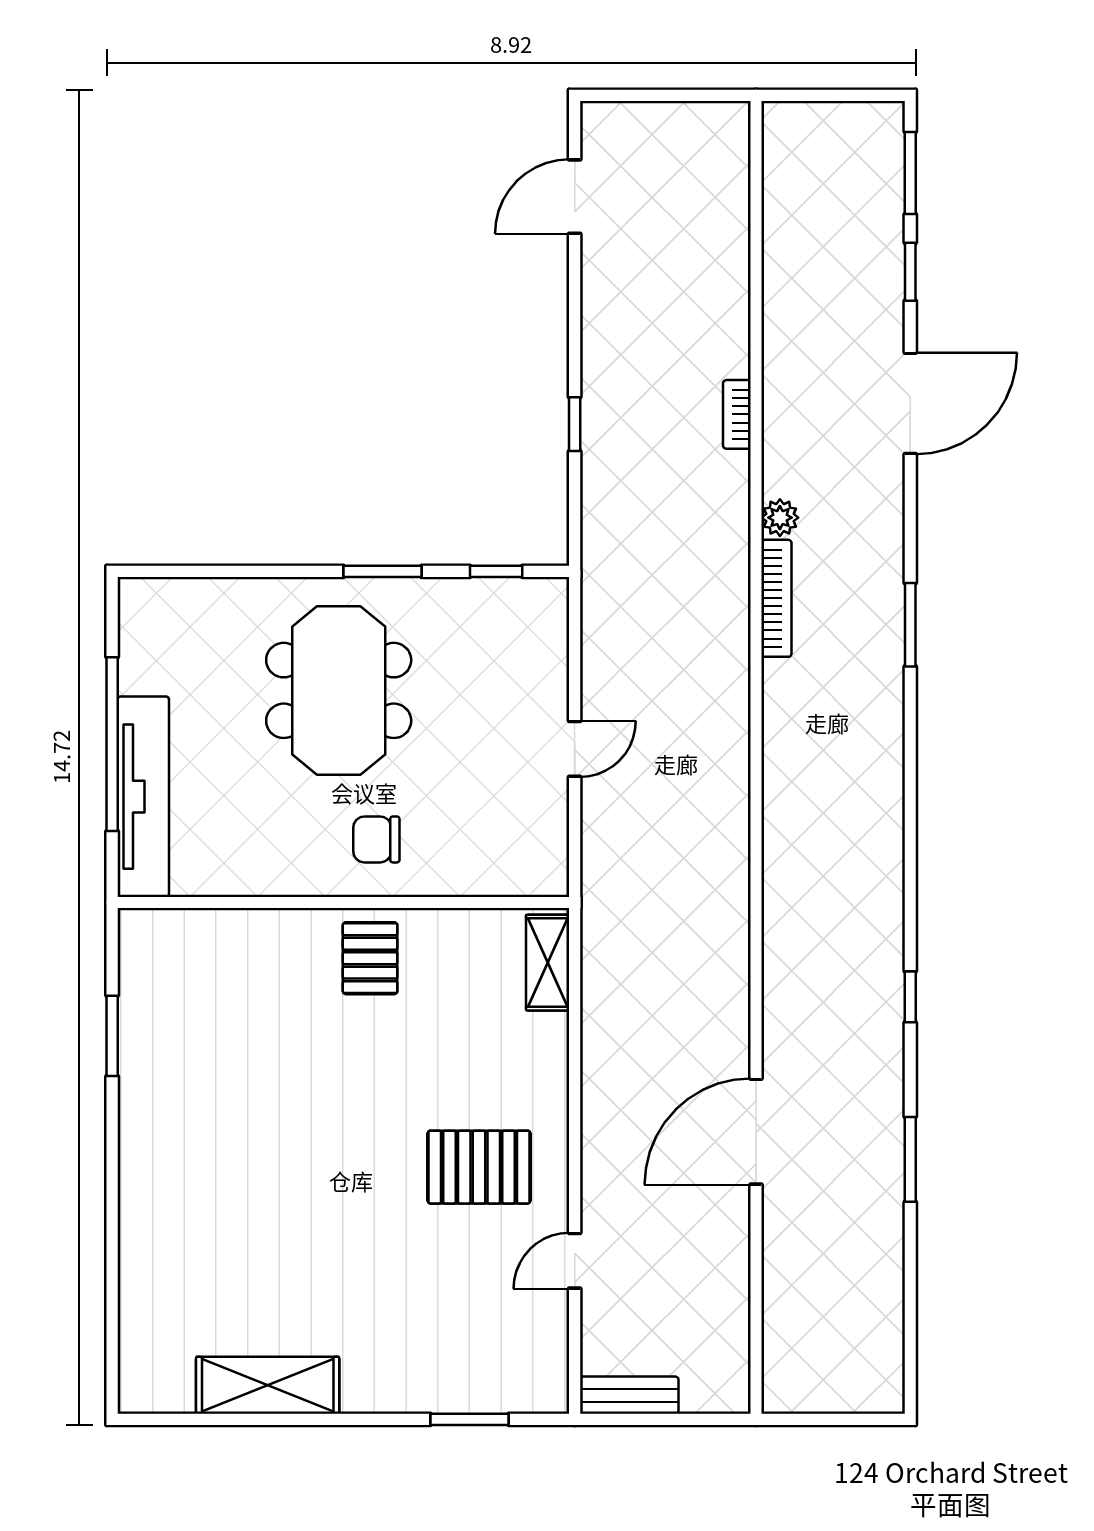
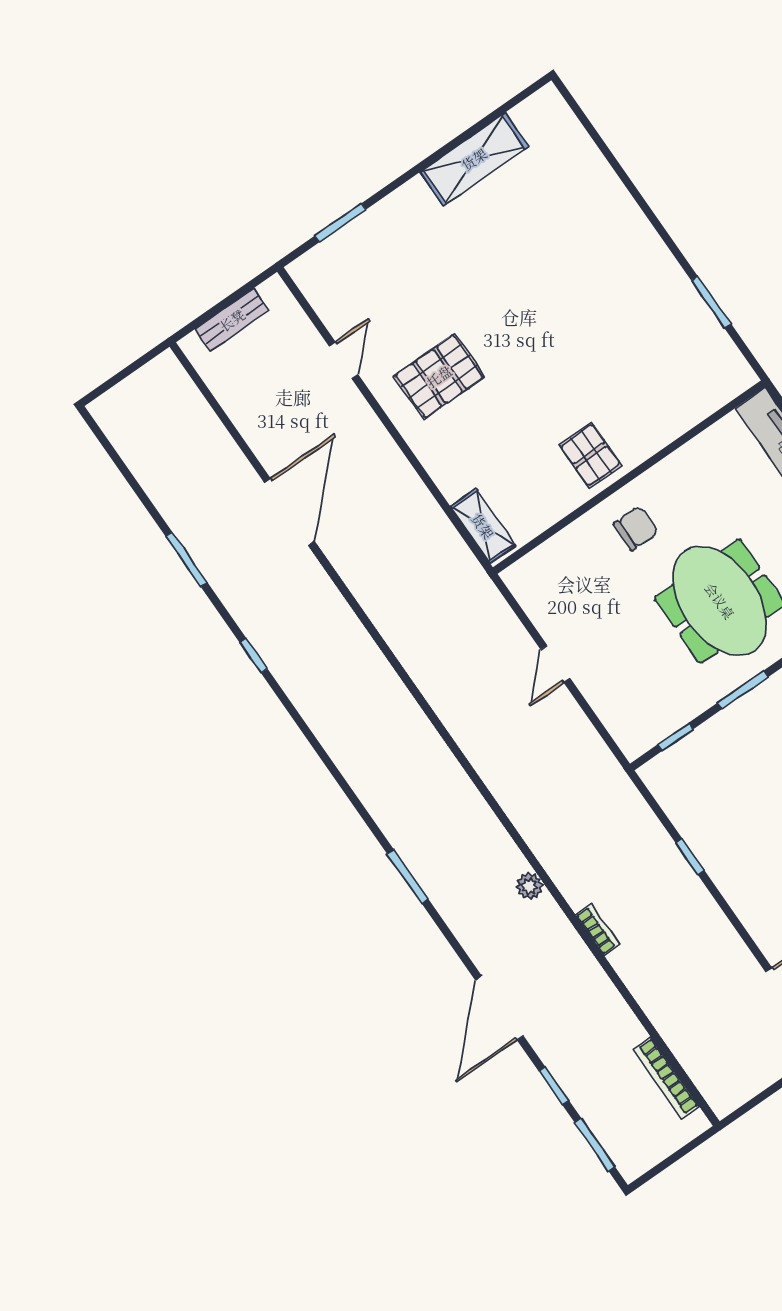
bookcase: (776, 598) -> (666, 1078), moved
bench: (629, 1395) -> (232, 320), moved

